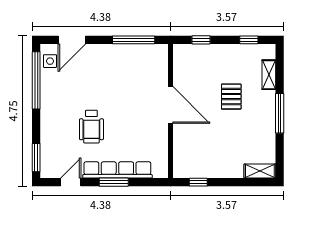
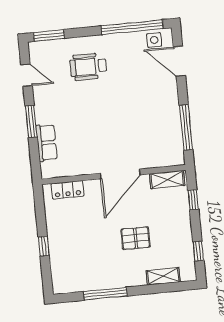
window: (280, 113) -> (105, 294), moved
wheelchair: (91, 127) -> (88, 67), moved
locker: (180, 155) -> (68, 190), added
row of seats: (117, 170) -> (47, 143), width x0.50
shelving: (260, 171) -> (167, 180), moved, turned 90
window: (198, 182) -> (44, 246), moved

